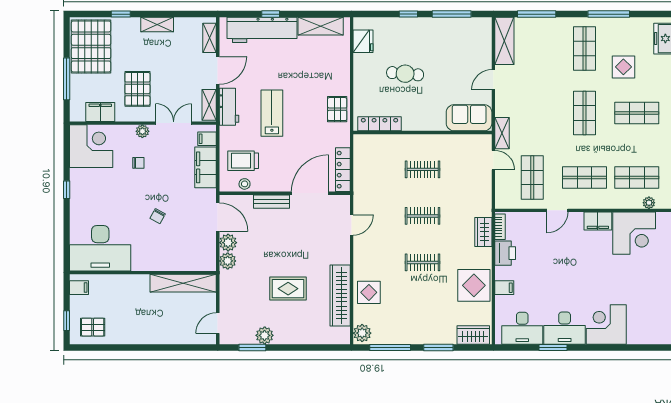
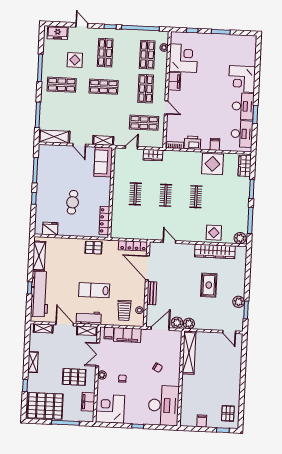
shelving: (502, 133) -> (103, 140), moved
wardrobe: (483, 232) -> (153, 155), moved
desk: (100, 248) -> (164, 405), moved
wall: (143, 273) -> (181, 378), moved
shelving: (183, 283) -> (189, 353), moved

